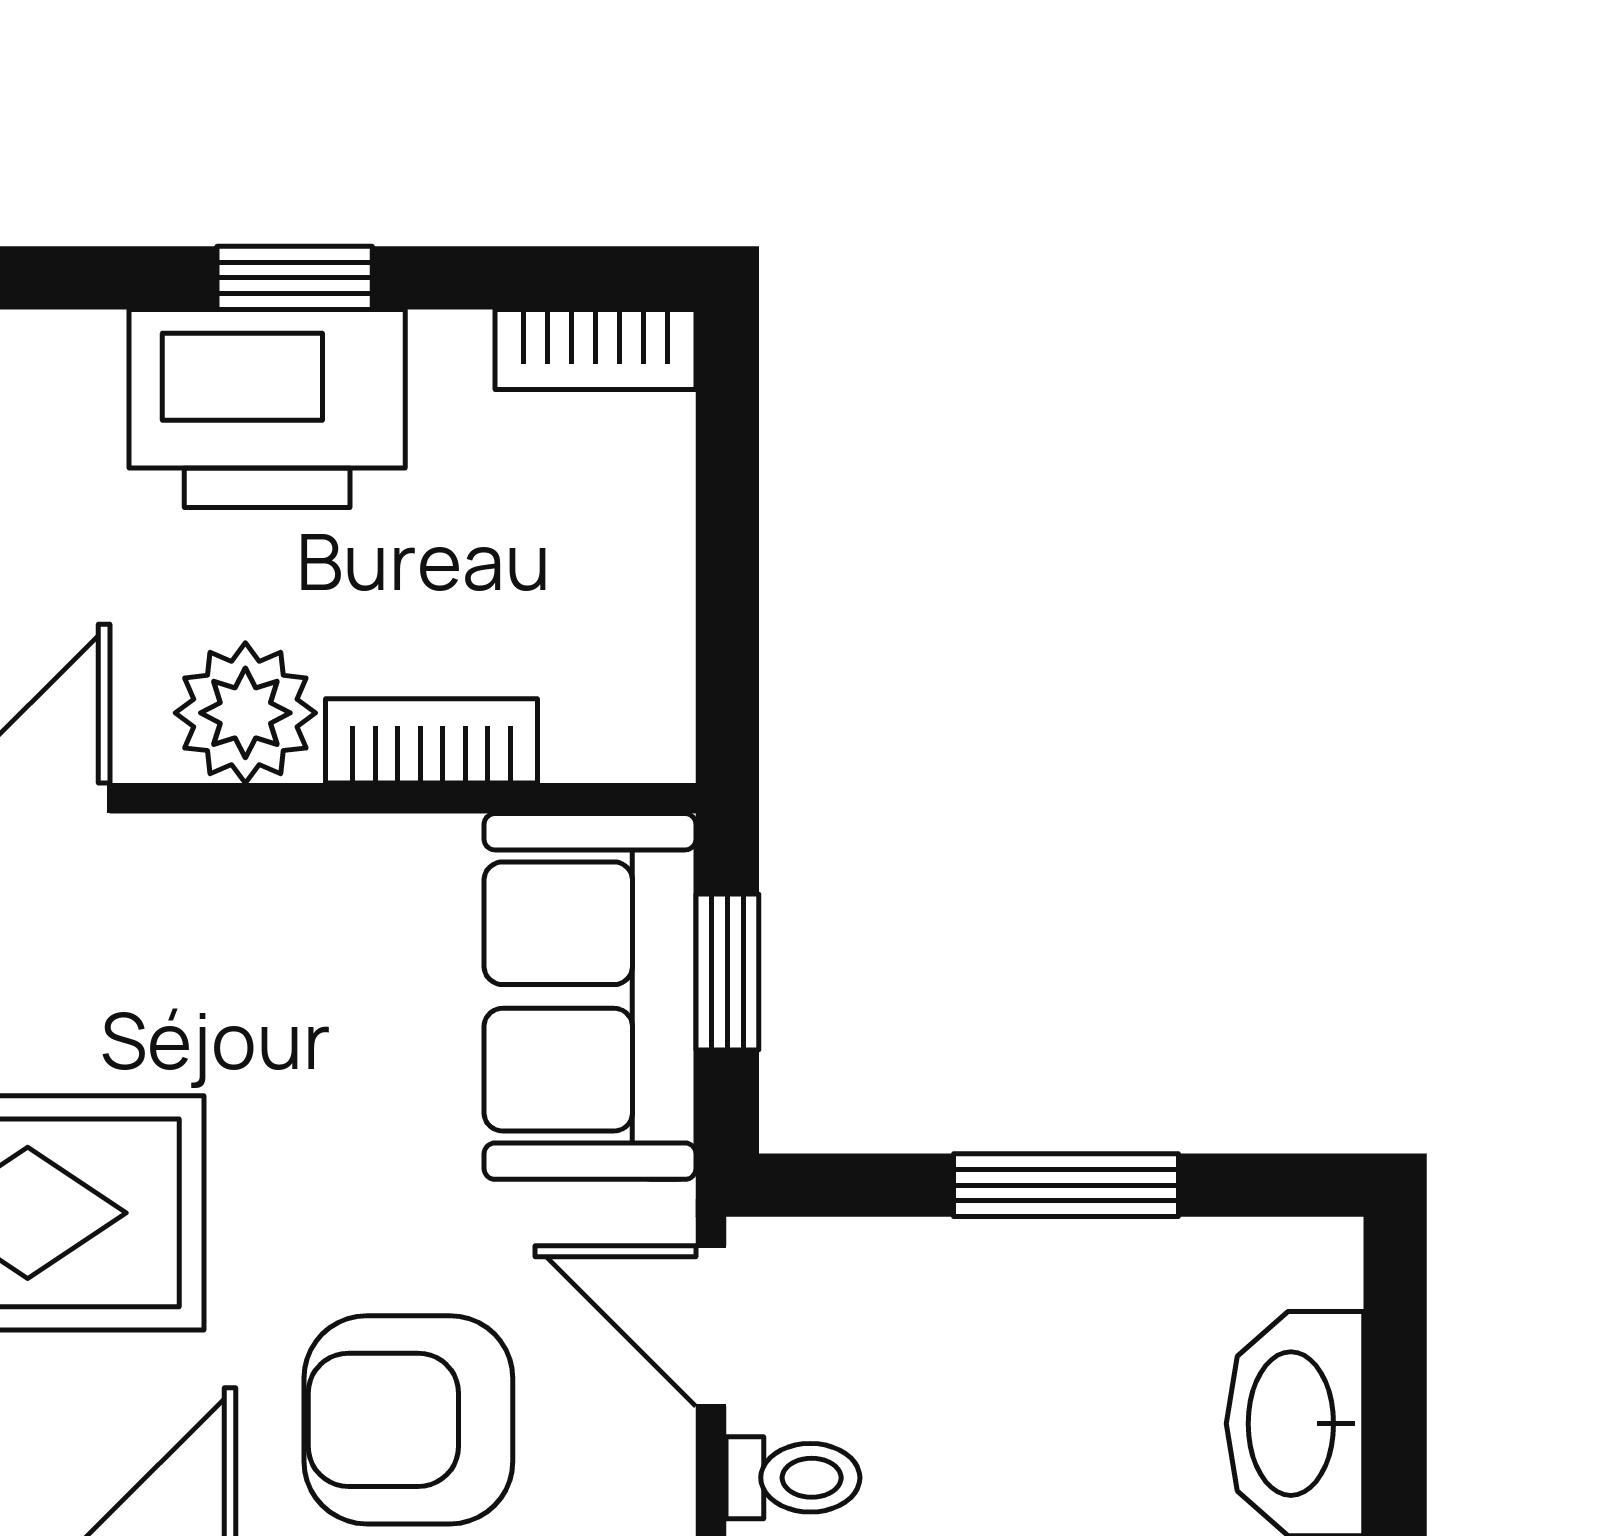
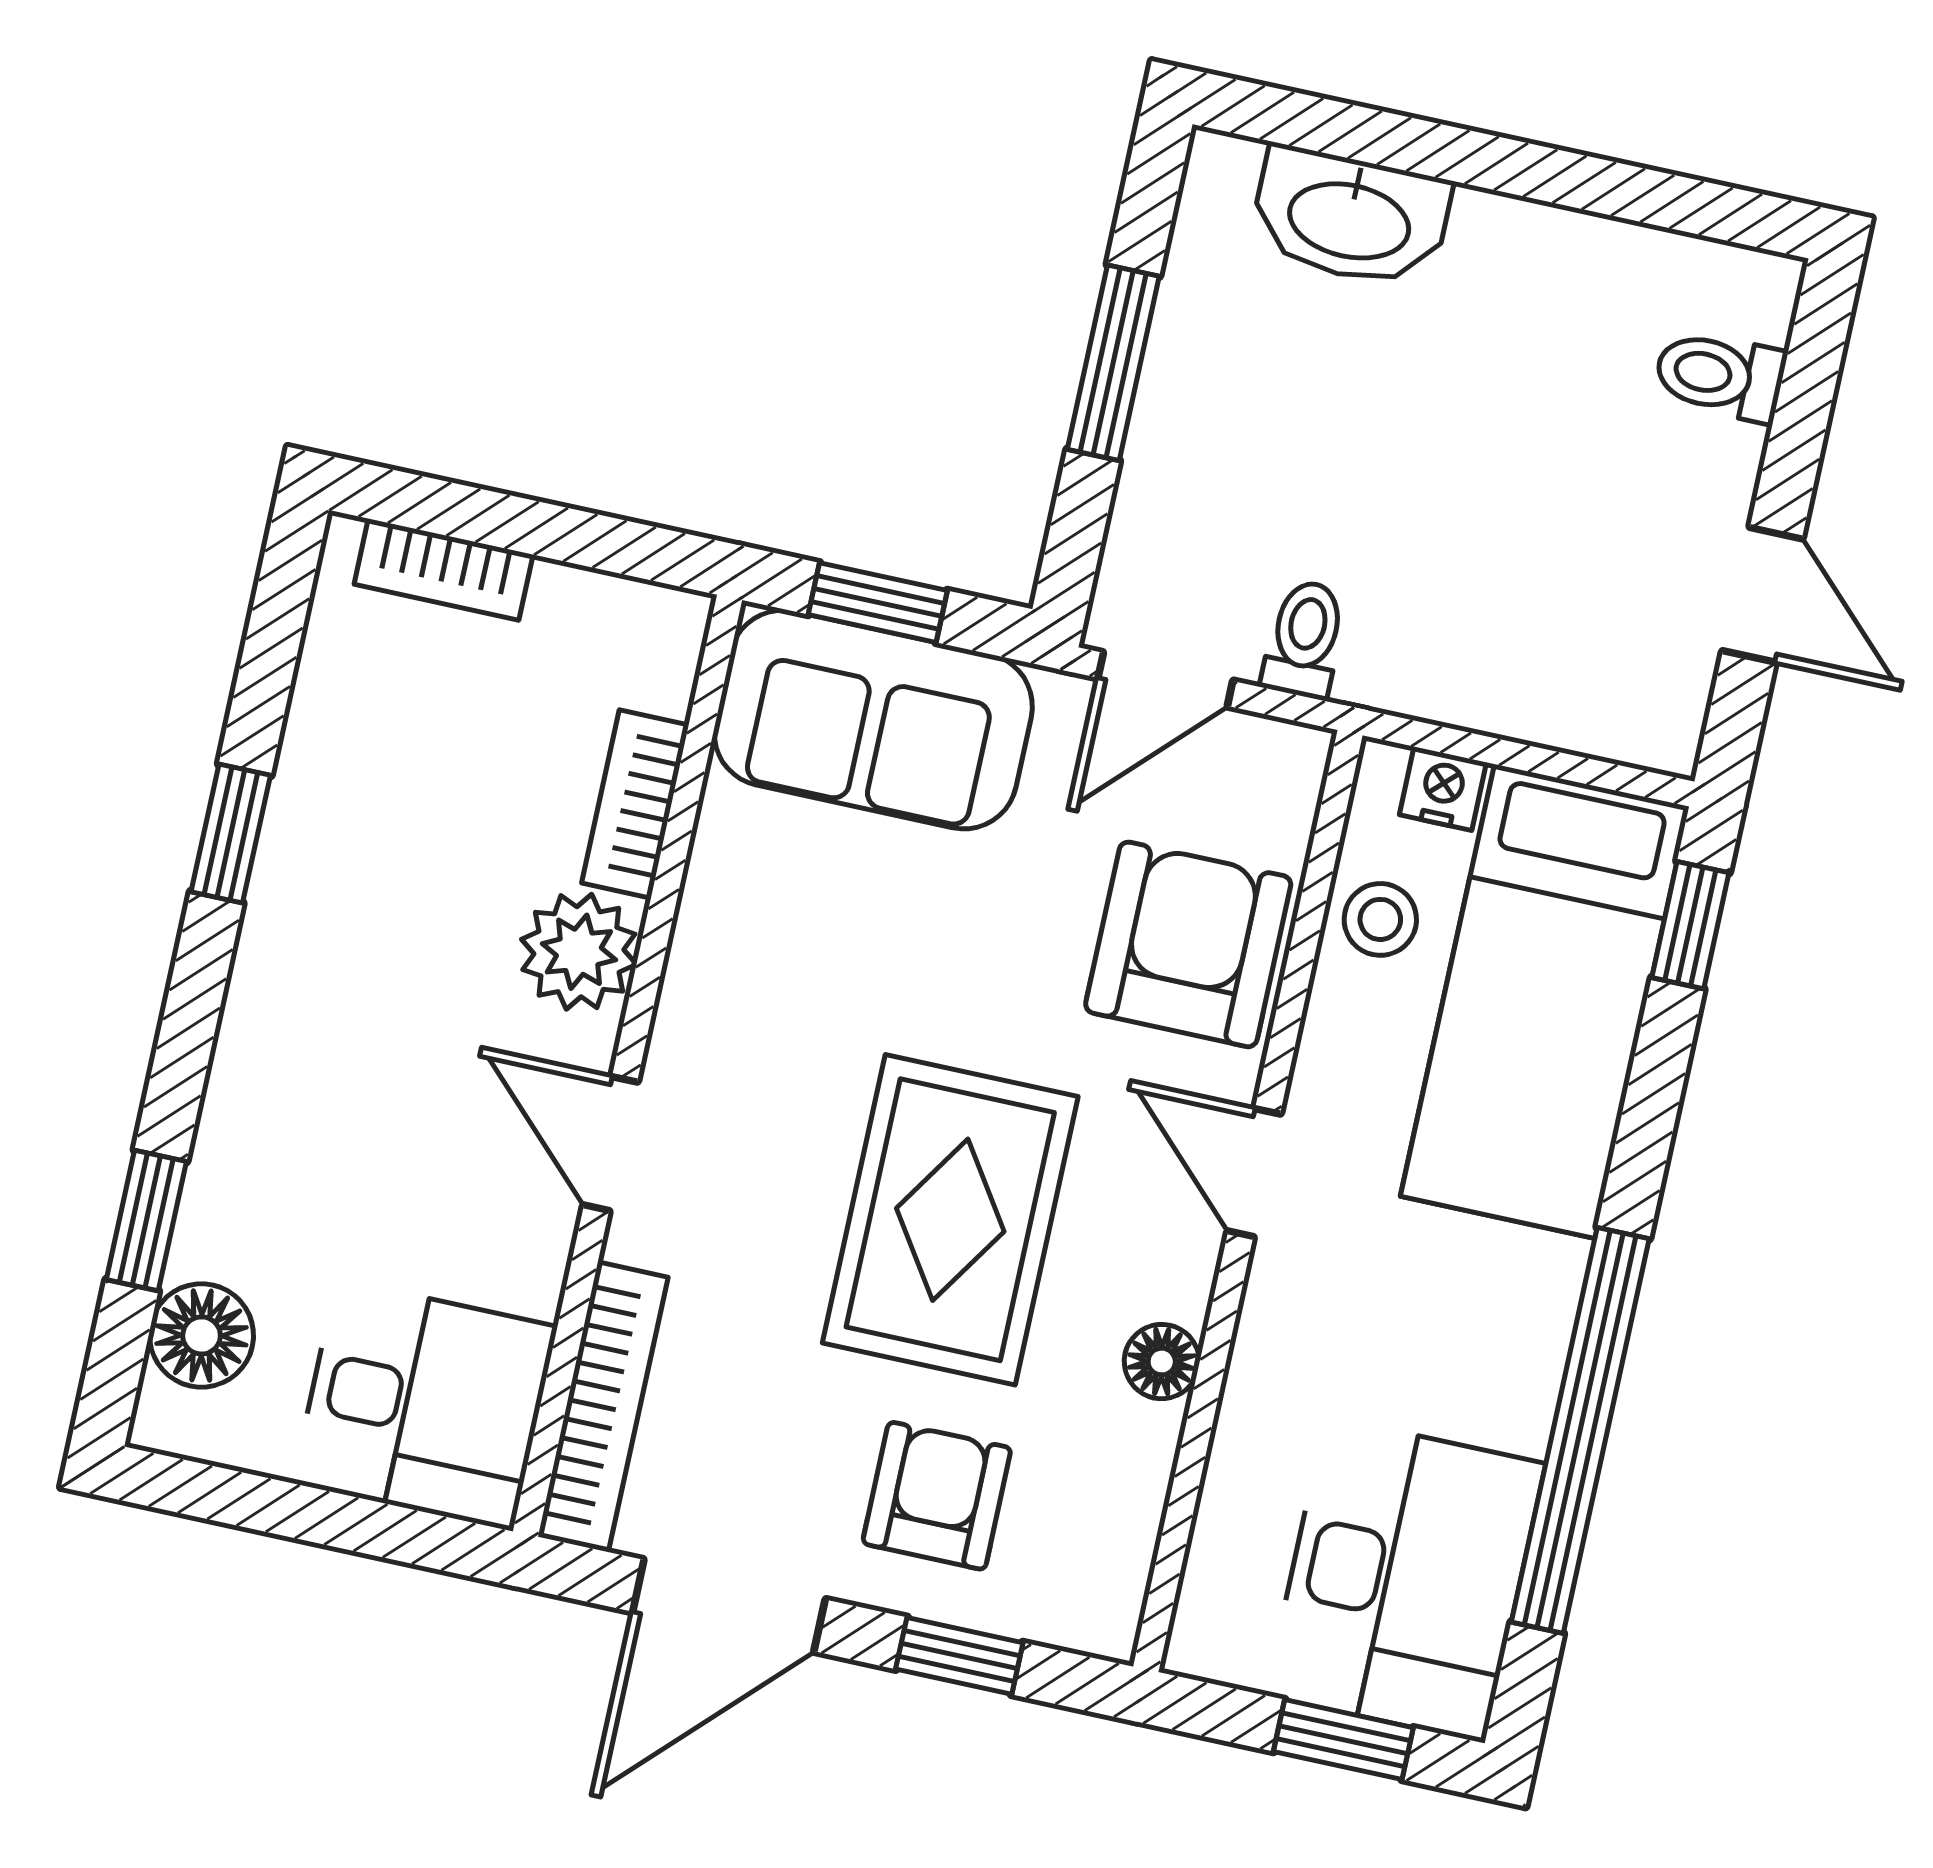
bookcase: (596, 350) -> (444, 569), moved, turned 90
printer: (267, 409) -> (333, 879), removed
armchair: (408, 1420) -> (1188, 944), turned 180

